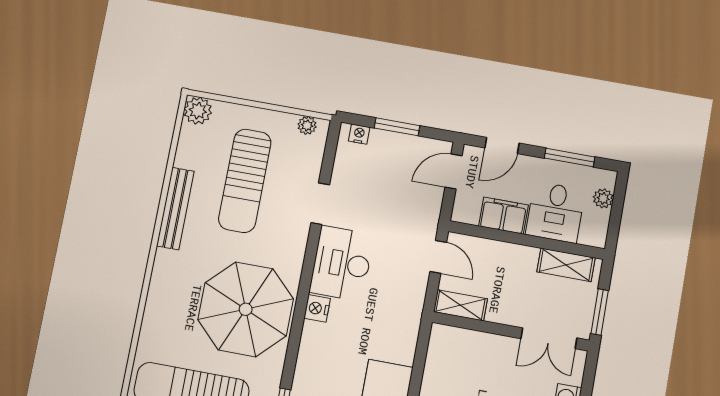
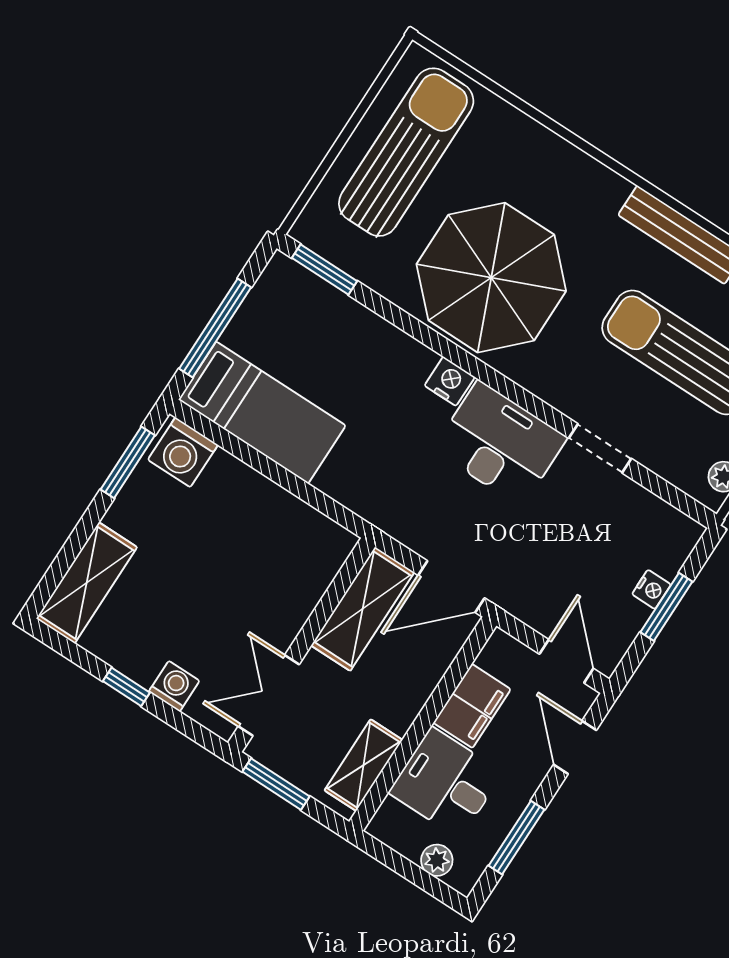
nightstand: (359, 134) -> (651, 589), moved
door: (438, 257) -> (451, 587), width x1.37
shelving: (460, 305) -> (363, 609), width x1.50, depth x1.33

